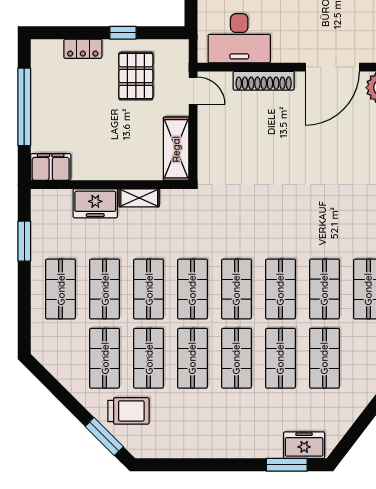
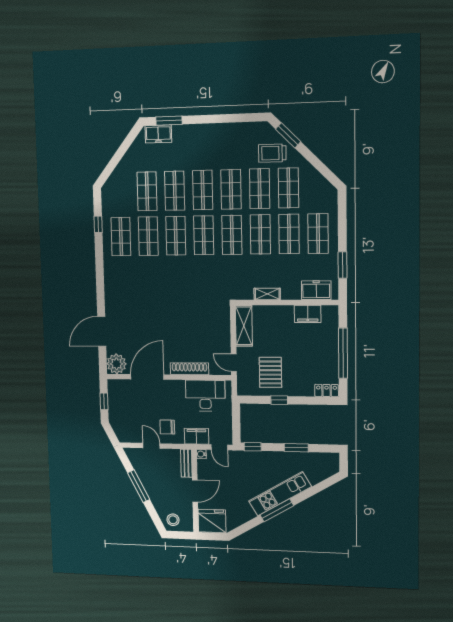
locker: (83, 49) -> (327, 390), moved
filing cabinet: (51, 167) -> (308, 314), moved
freezer: (95, 203) -> (316, 290), moved

